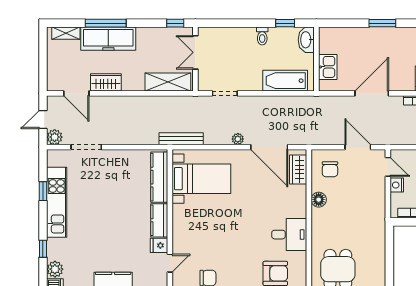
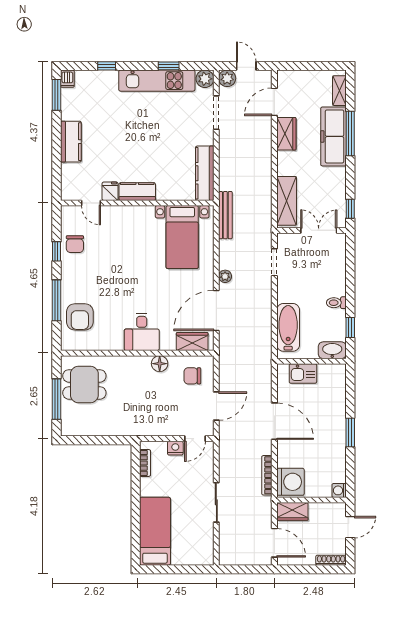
kitchen counter: (159, 177) -> (205, 173), moved, turned -90
desk: (289, 235) -> (142, 332), moved
plant: (55, 269) -> (205, 79), moved

